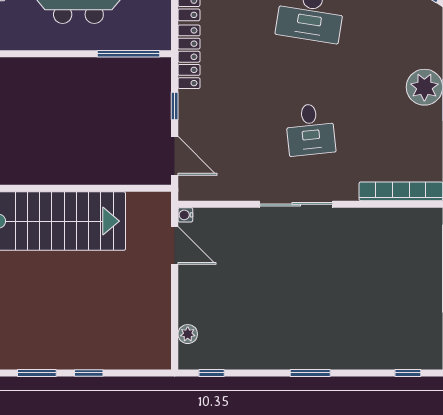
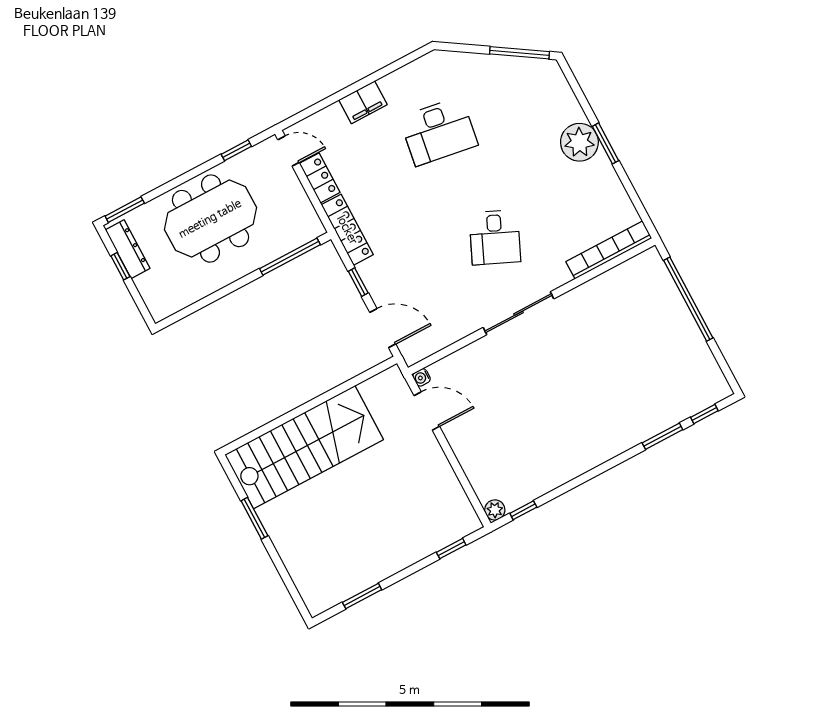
desk: (310, 129) -> (495, 237), turned 30
plant: (188, 334) -> (495, 510), moved
window: (89, 373) -> (451, 549), moved
window: (310, 373) -> (662, 436), moved

